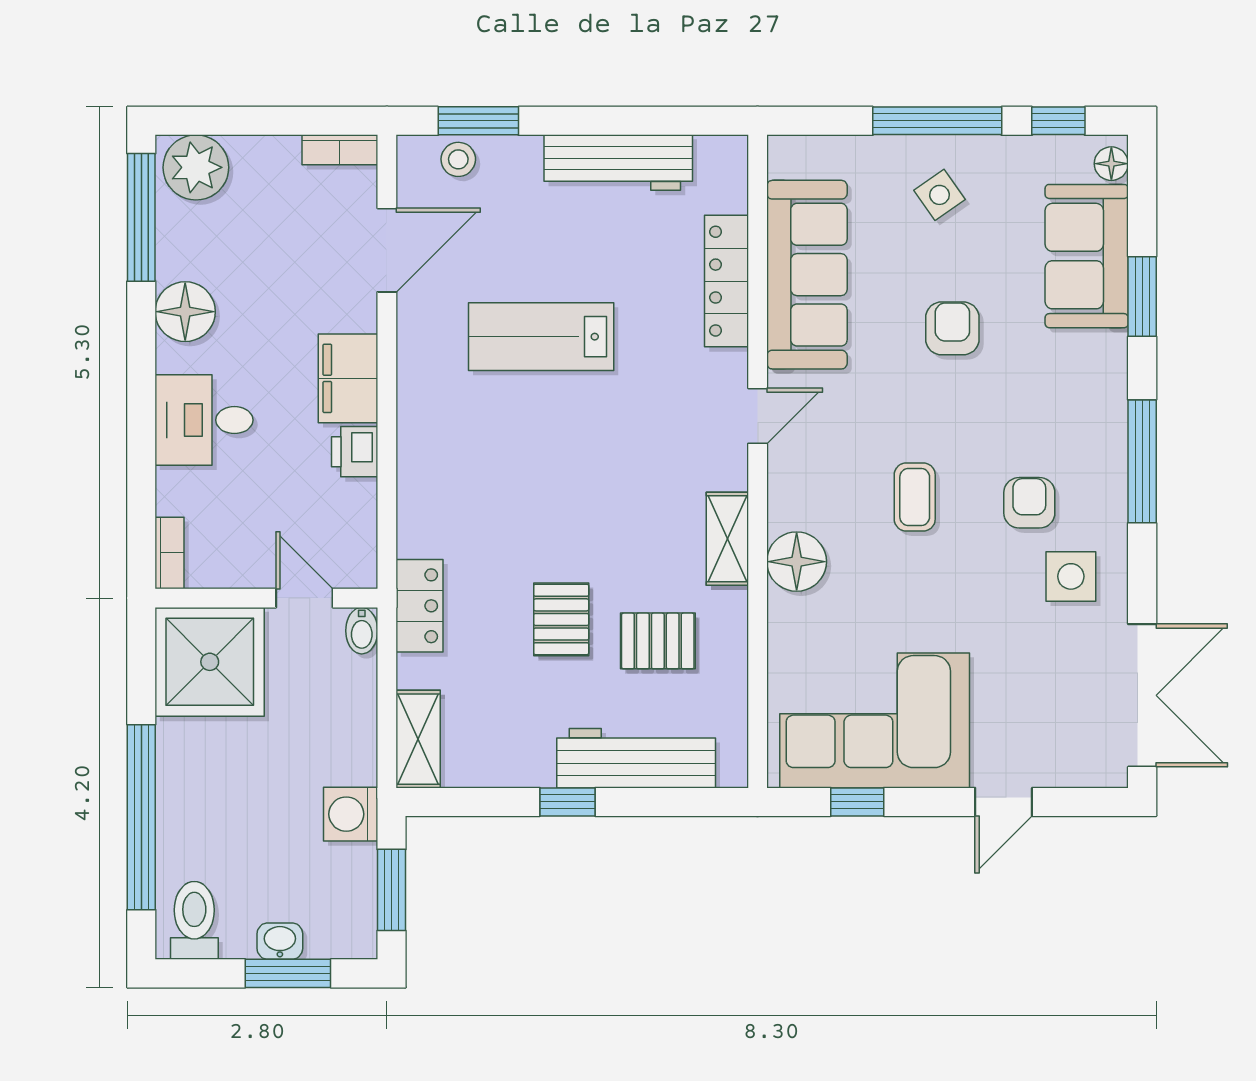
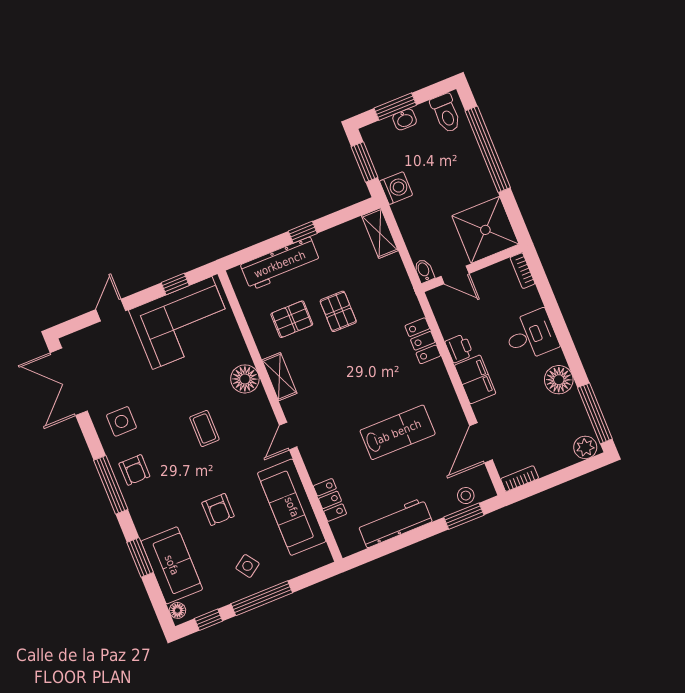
plant: (196, 167) -> (585, 447), width x0.73, depth x0.73
locker: (726, 281) -> (330, 500), width x0.66
armchair: (1029, 503) -> (134, 470), moved
locker: (420, 606) -> (423, 341), moved

